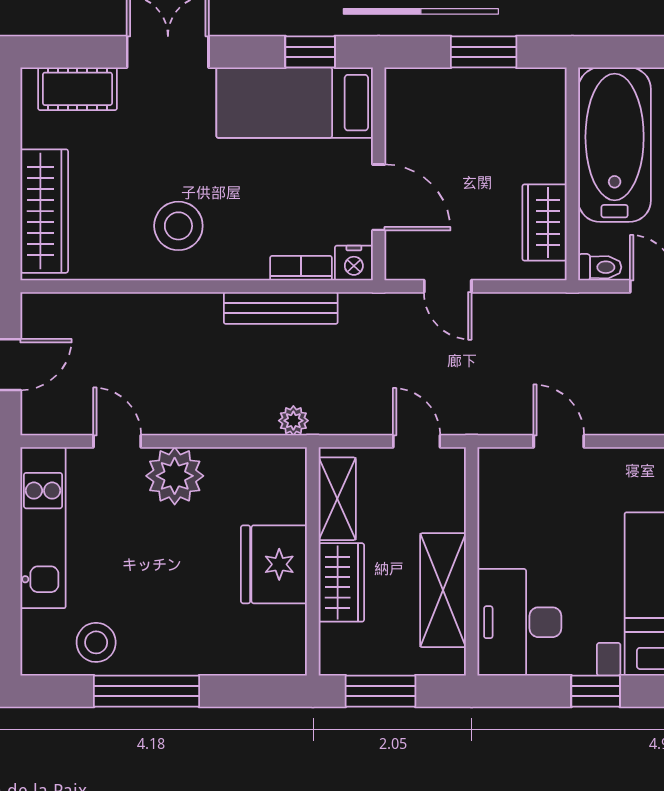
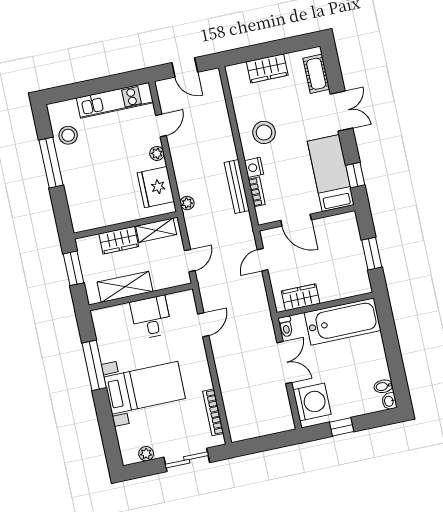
door: (379, 197) -> (296, 220), hinge flipped
wardrobe: (44, 211) -> (267, 68), width x0.67
nightstand: (354, 263) -> (254, 167), moved
plant: (175, 476) -> (157, 153), width x0.53, depth x0.53
fridge: (274, 564) -> (156, 187), moved, turned -90
desk: (519, 622) -> (151, 317), moved, width x0.73
window: (596, 691) -> (94, 365), width x2.17

